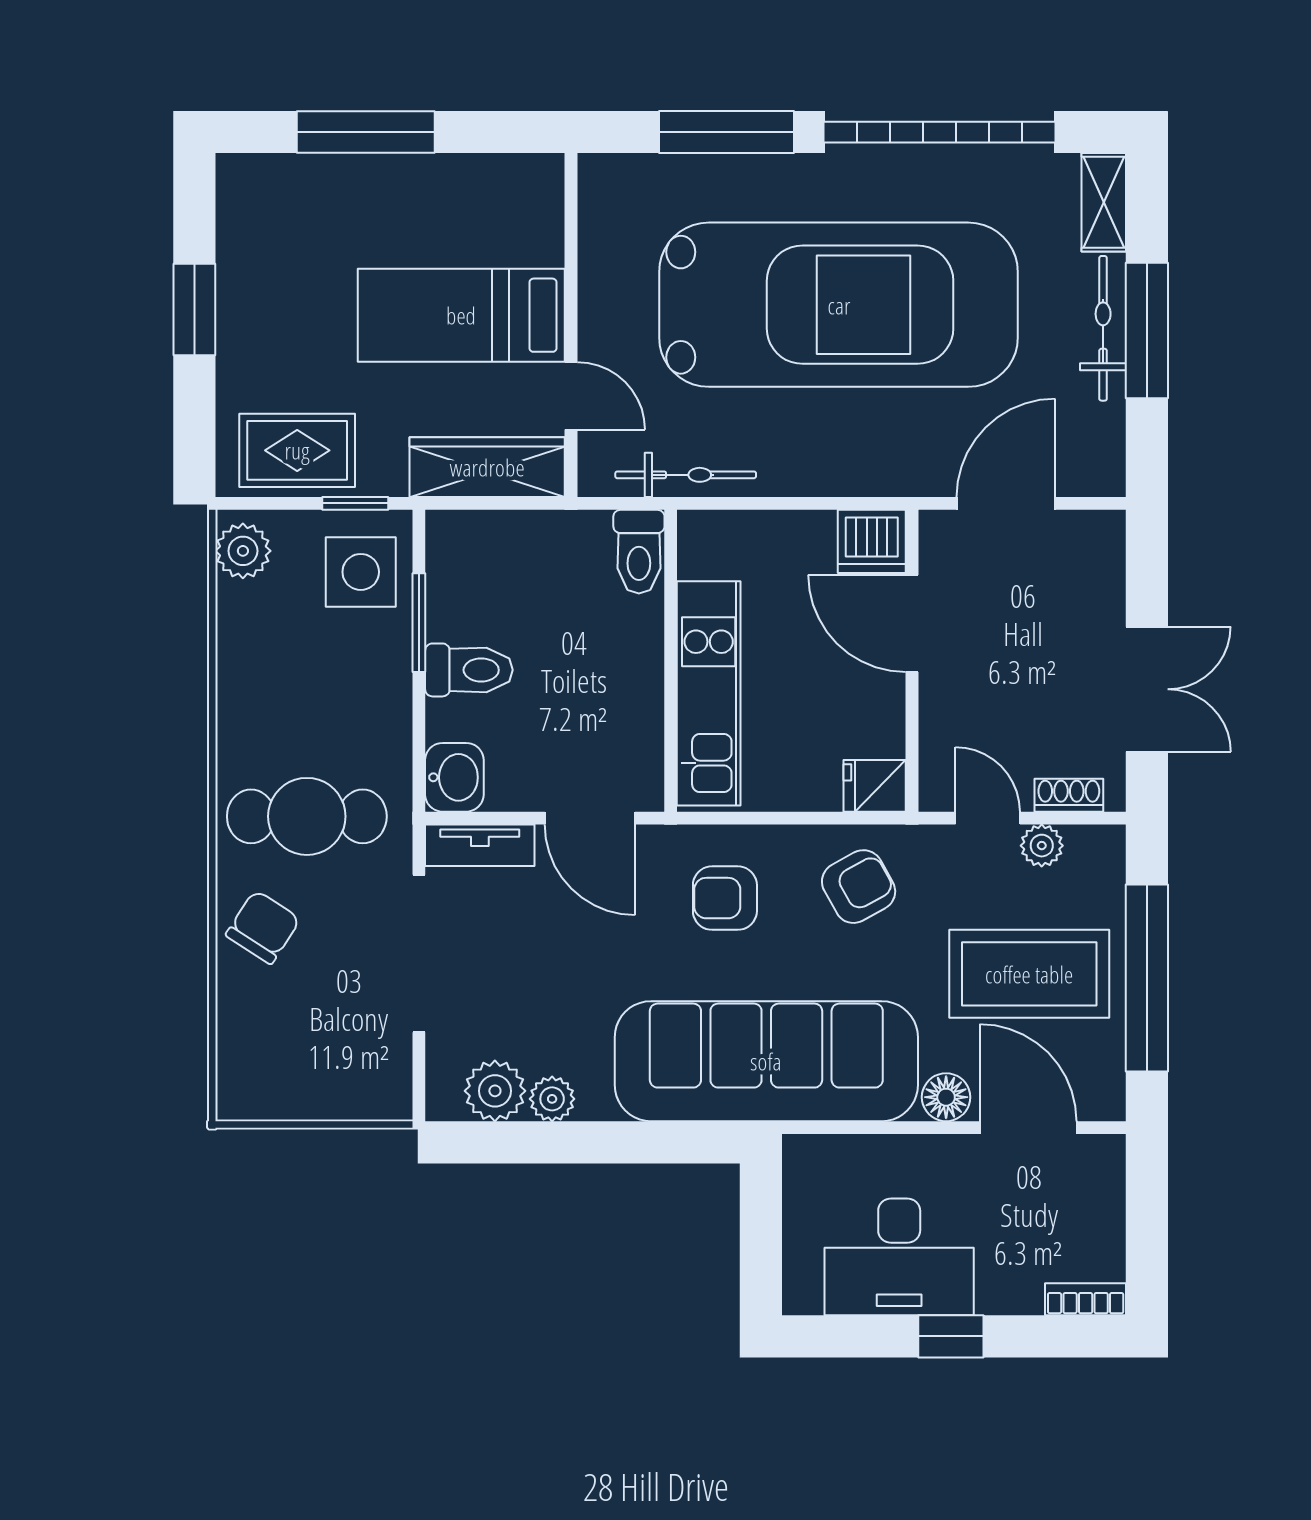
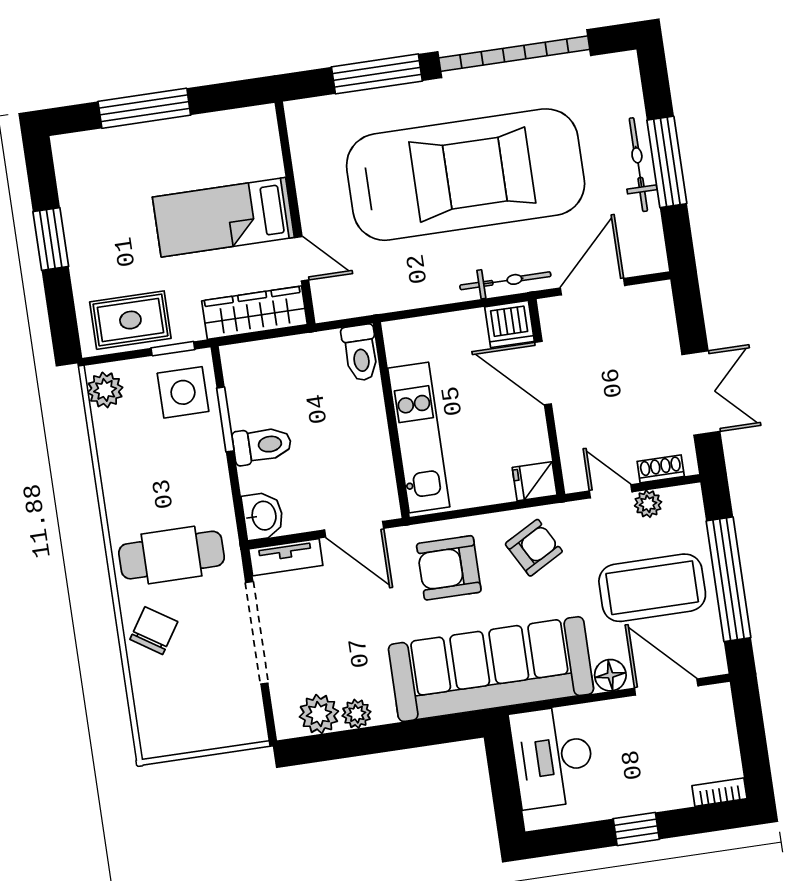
shelving: (1104, 202) -> (627, 83), removed
bicycle: (686, 475) -> (505, 281), moved
armchair: (725, 898) -> (449, 568), width x1.38, depth x1.38
desk: (899, 1257) -> (553, 757), moved, turned 90

